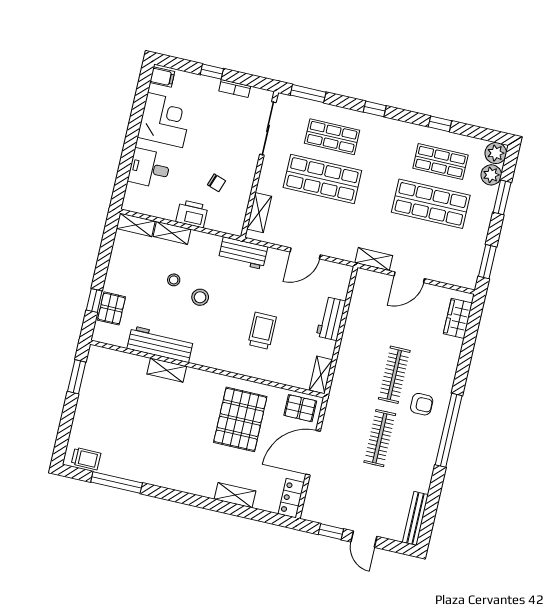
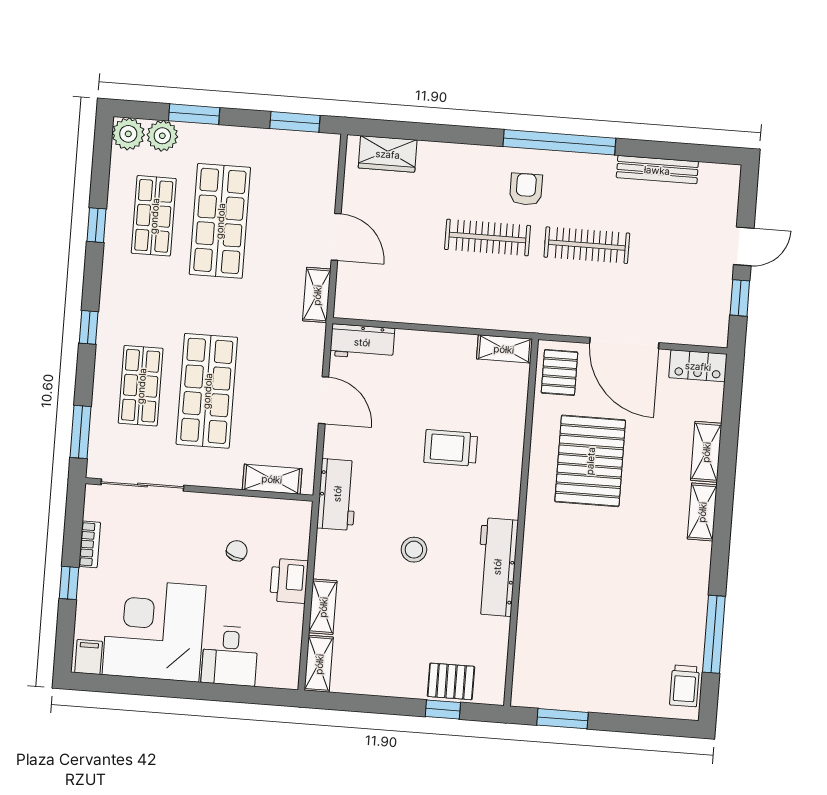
corner desk: (165, 120) -> (154, 630), width x1.36, depth x1.36
stool: (174, 280) -> (394, 594), removed
workbench: (331, 319) -> (362, 342), moved
workbench: (160, 344) -> (497, 567), moved
shelving: (167, 370) -> (702, 512), moved
pallet: (240, 419) -> (590, 461), turned 90
trolley: (86, 459) -> (685, 686), turned 180
bench: (415, 518) -> (657, 170), moved

